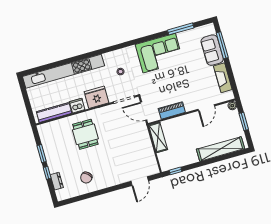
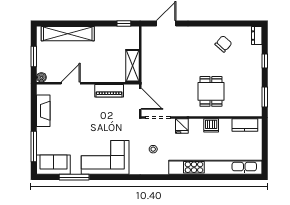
sofa: (212, 50) -> (53, 165), moved, turned -90
fridge: (97, 97) -> (182, 126), width x0.53, depth x0.75
kitchen counter: (54, 113) -> (245, 125), width x0.67
window: (42, 154) -> (265, 97), moved
dresser: (57, 181) -> (257, 36), moved

